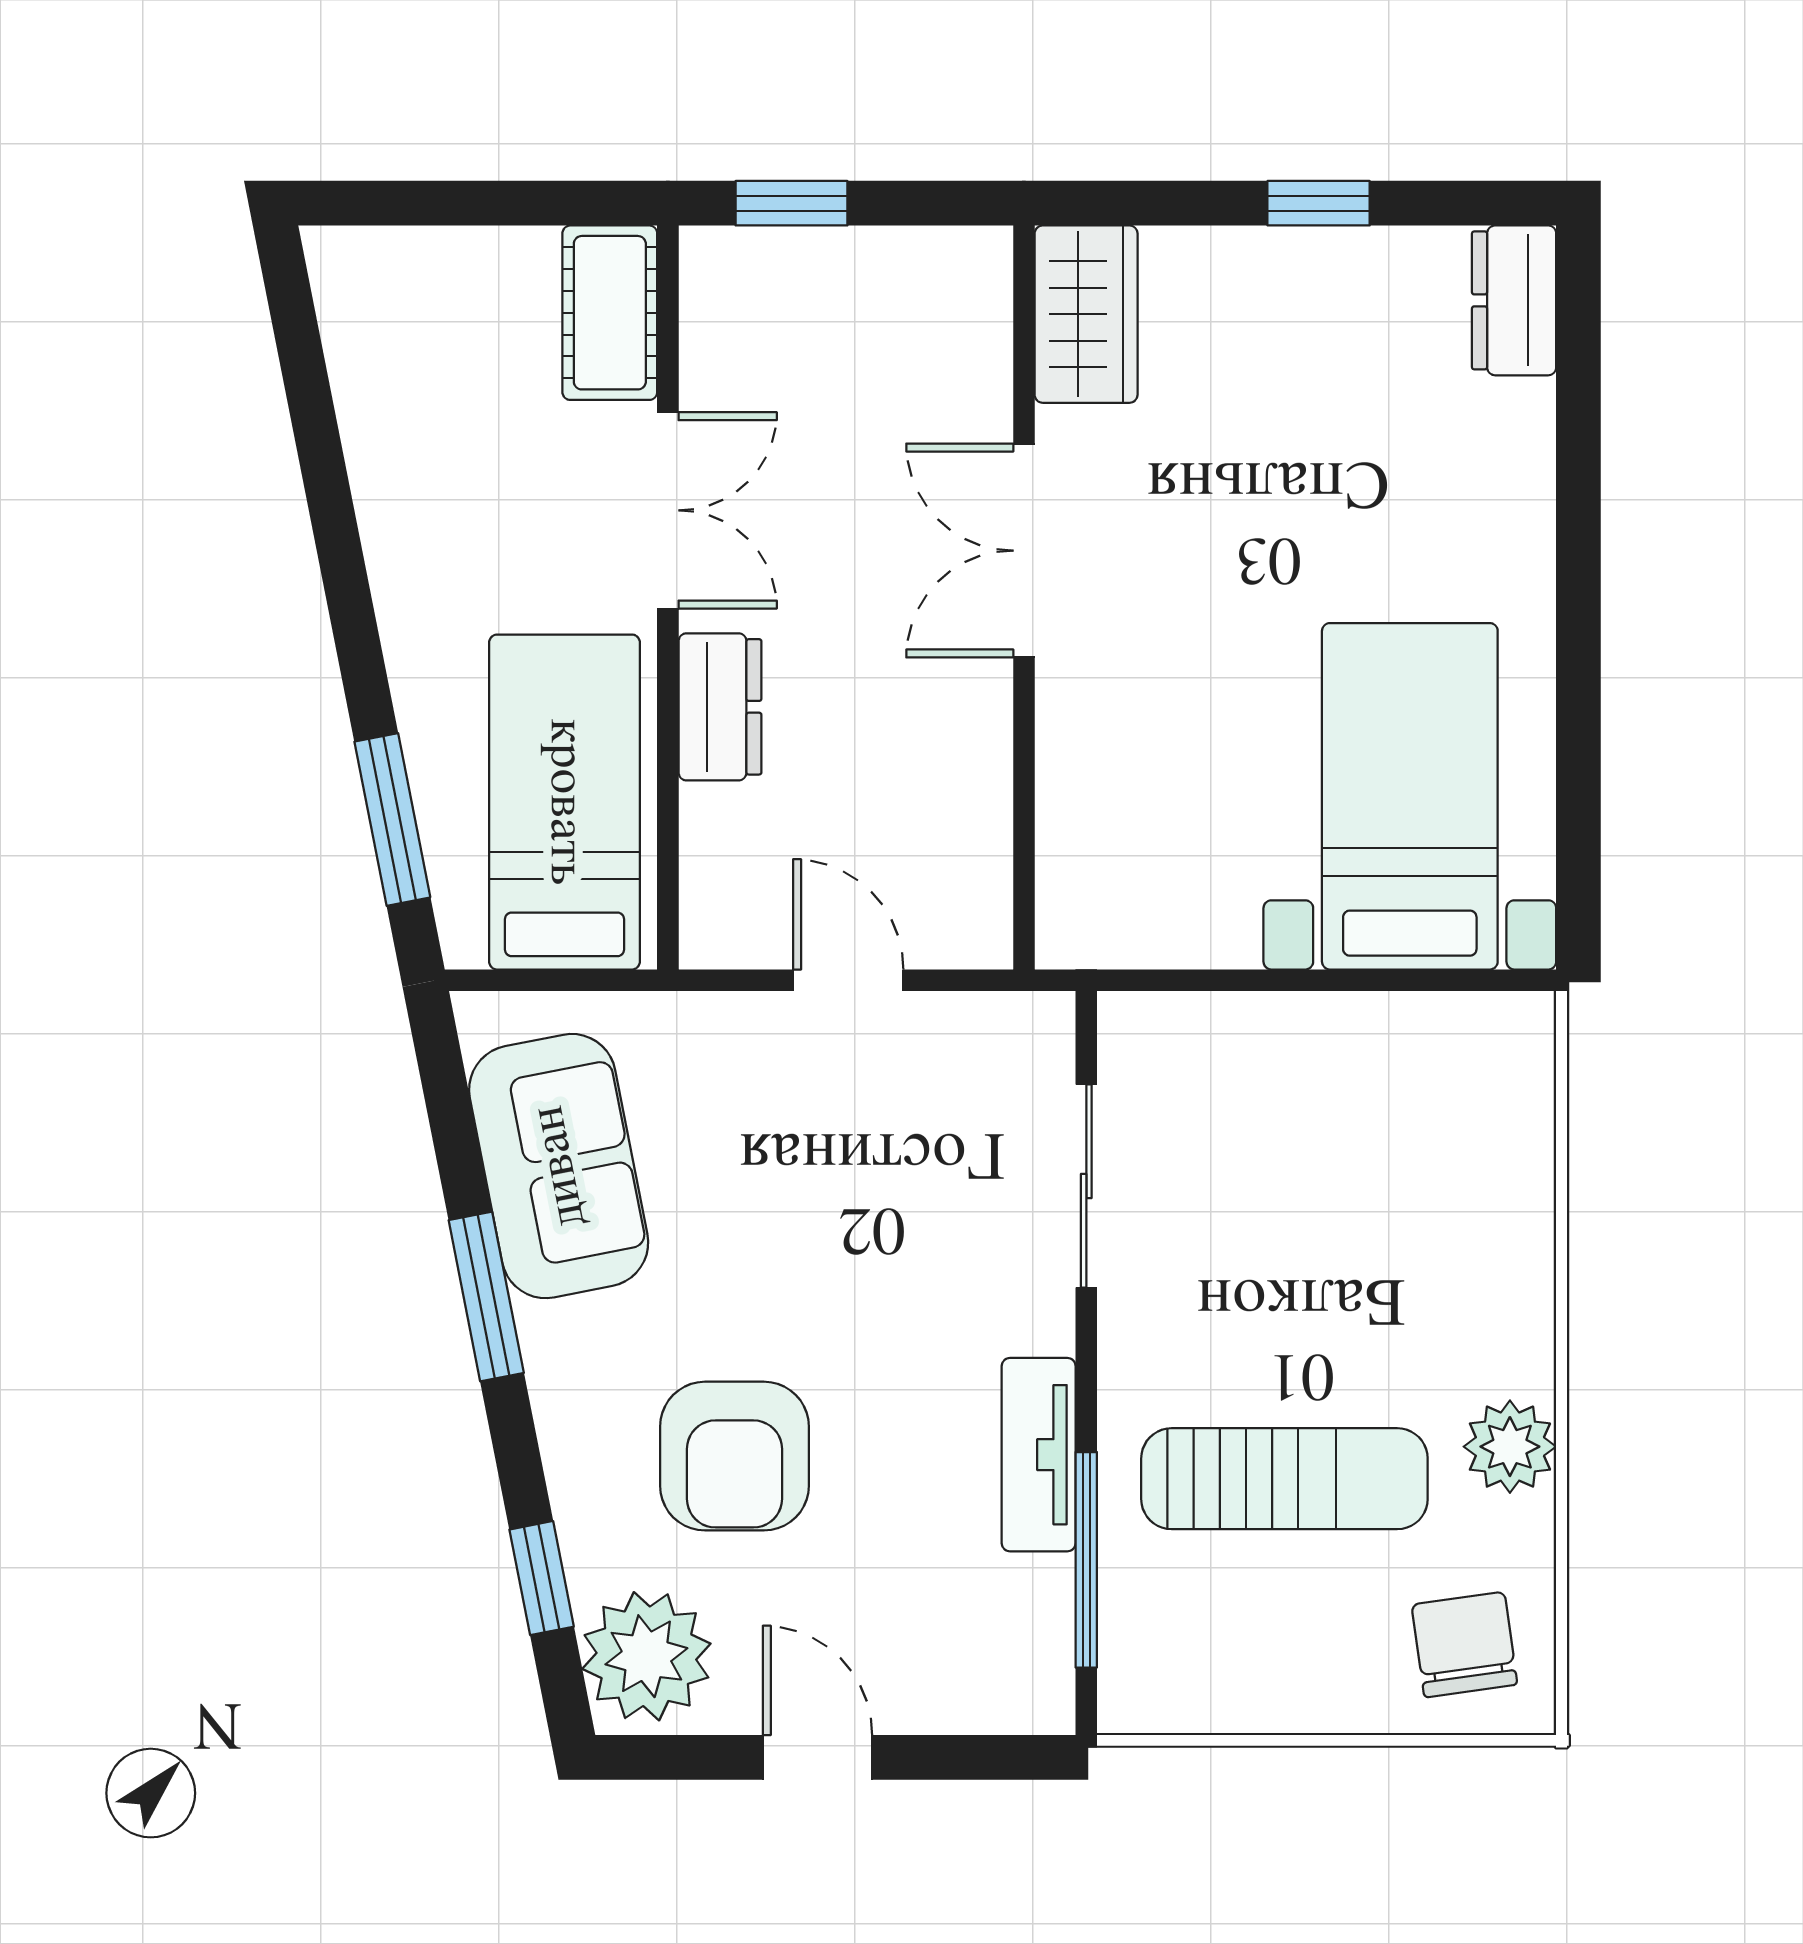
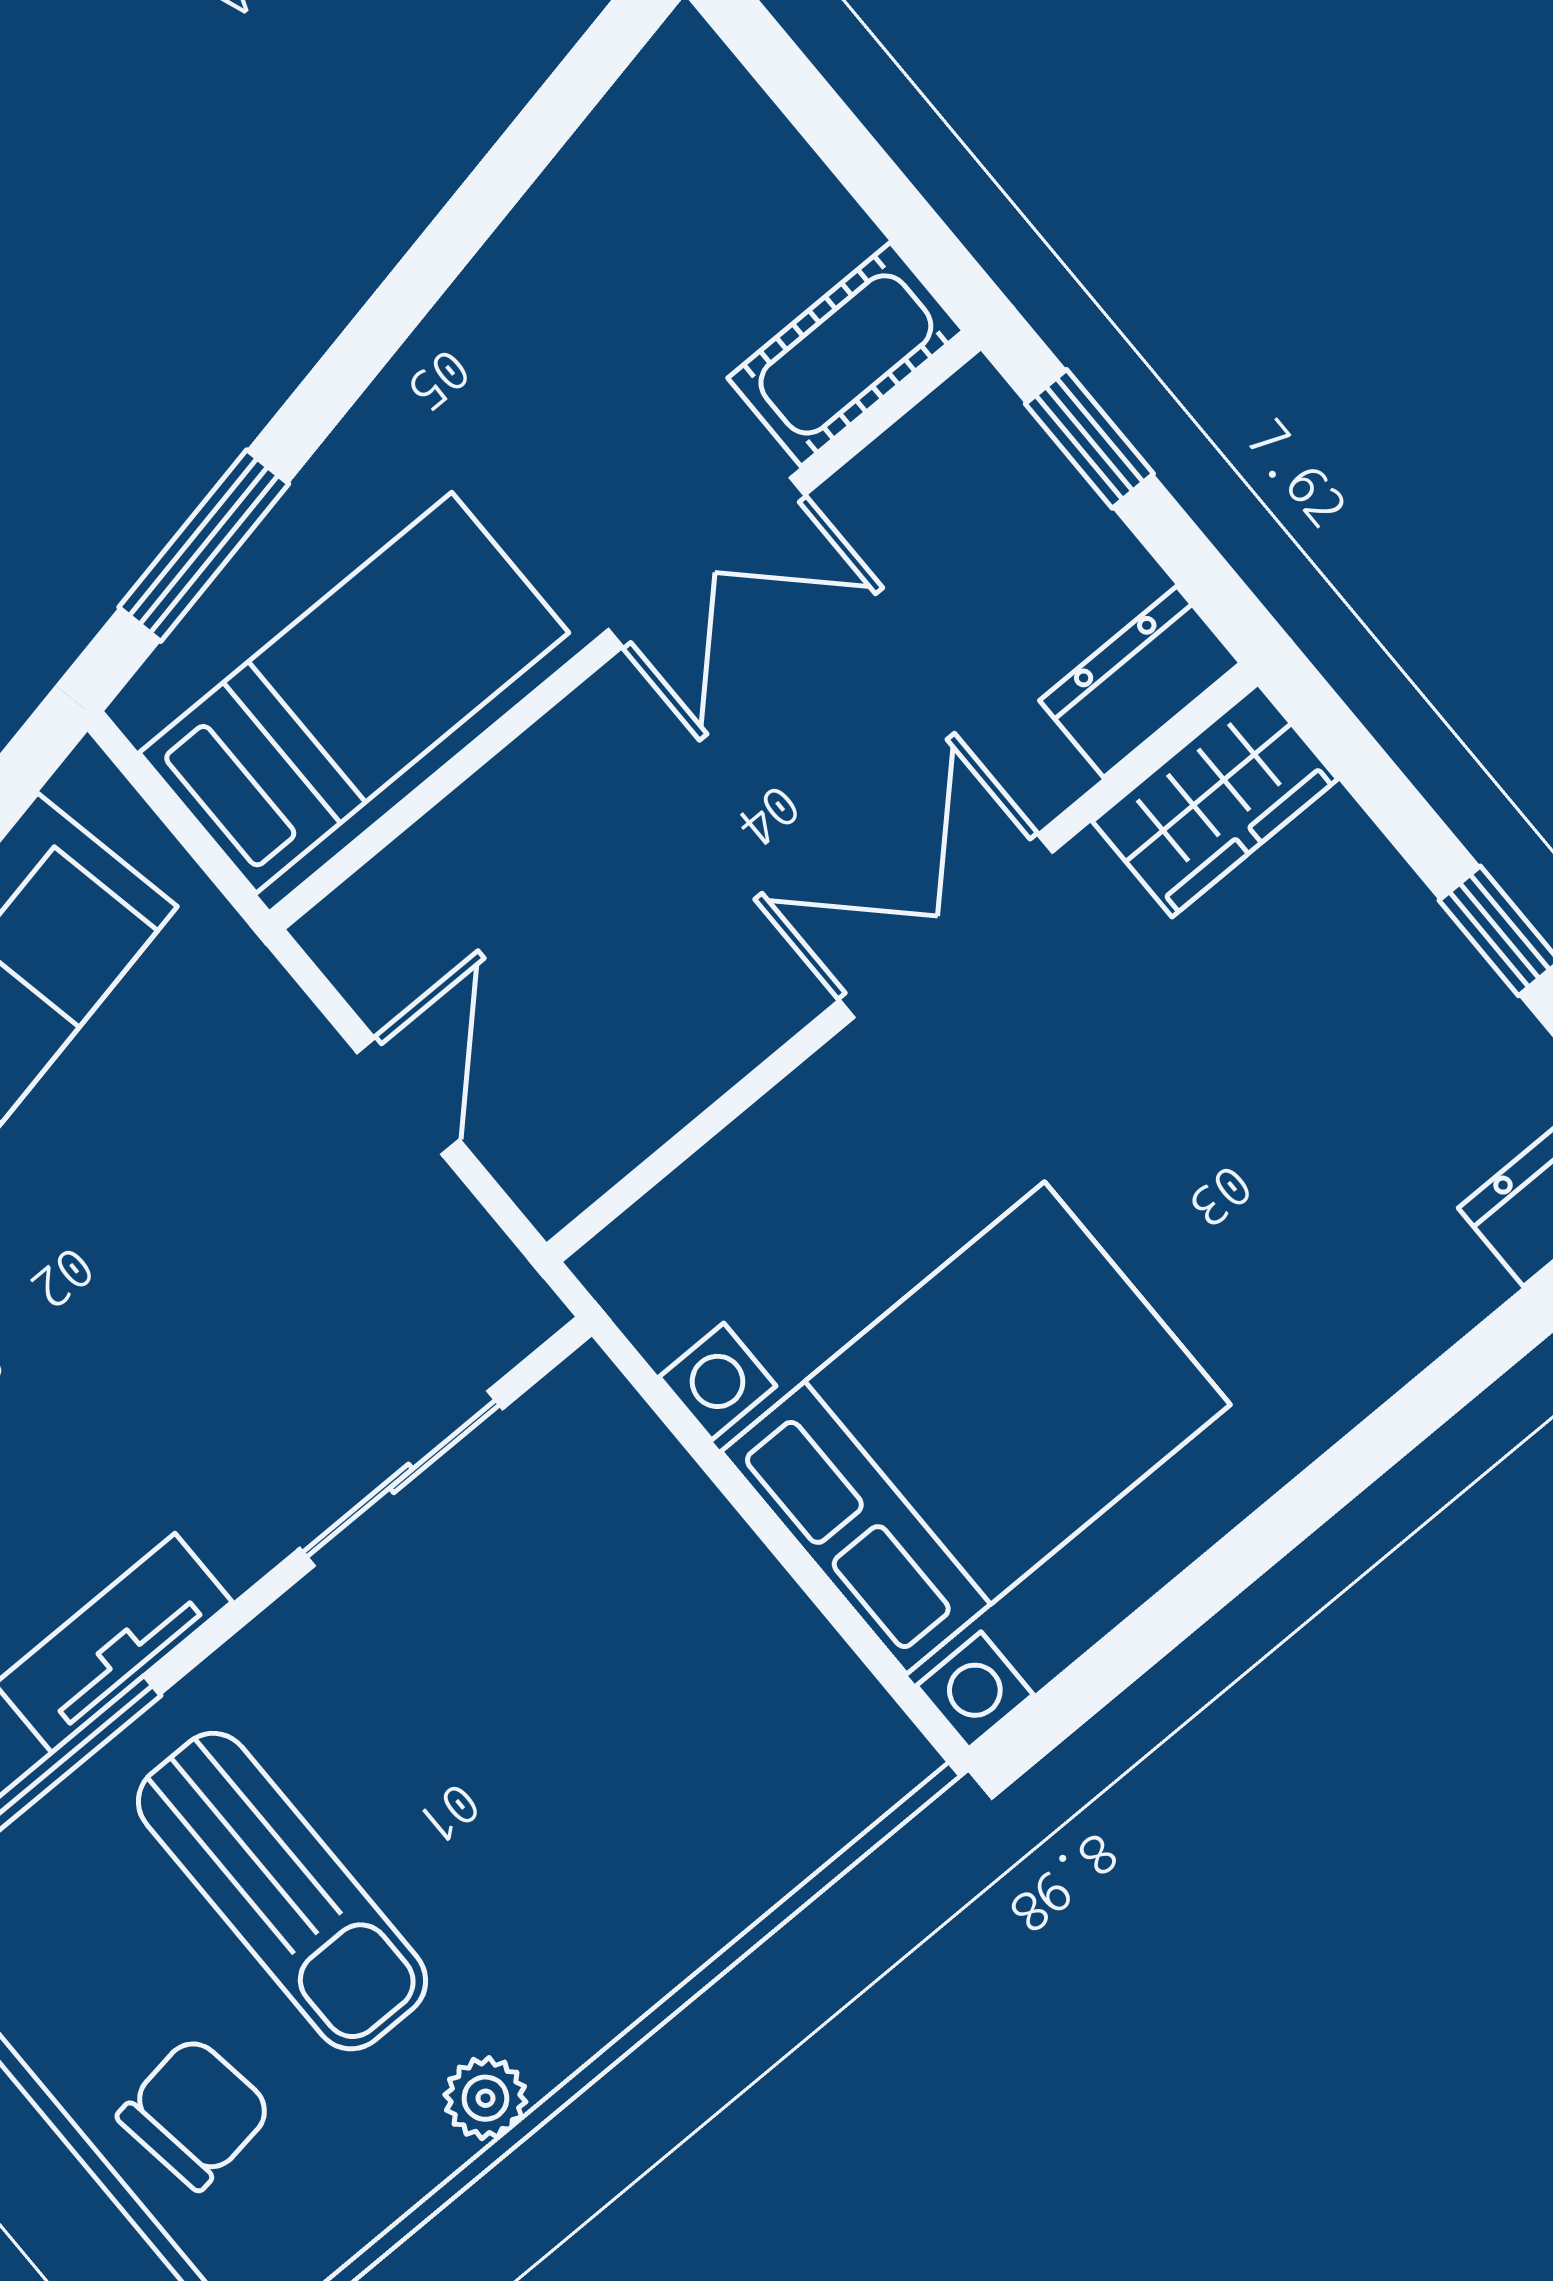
dresser: (720, 707) -> (1140, 682), moved, turned 180
bed with nightstands: (1410, 796) -> (976, 1428), width x1.36
plant: (1510, 1447) -> (485, 2098), width x0.73, depth x0.73
chair: (1464, 1645) -> (195, 2113), moved

